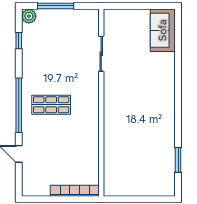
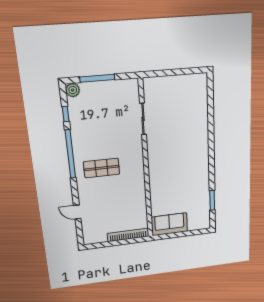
sofa: (163, 30) -> (169, 224), moved, turned 90
window: (19, 105) -> (70, 154), moved

